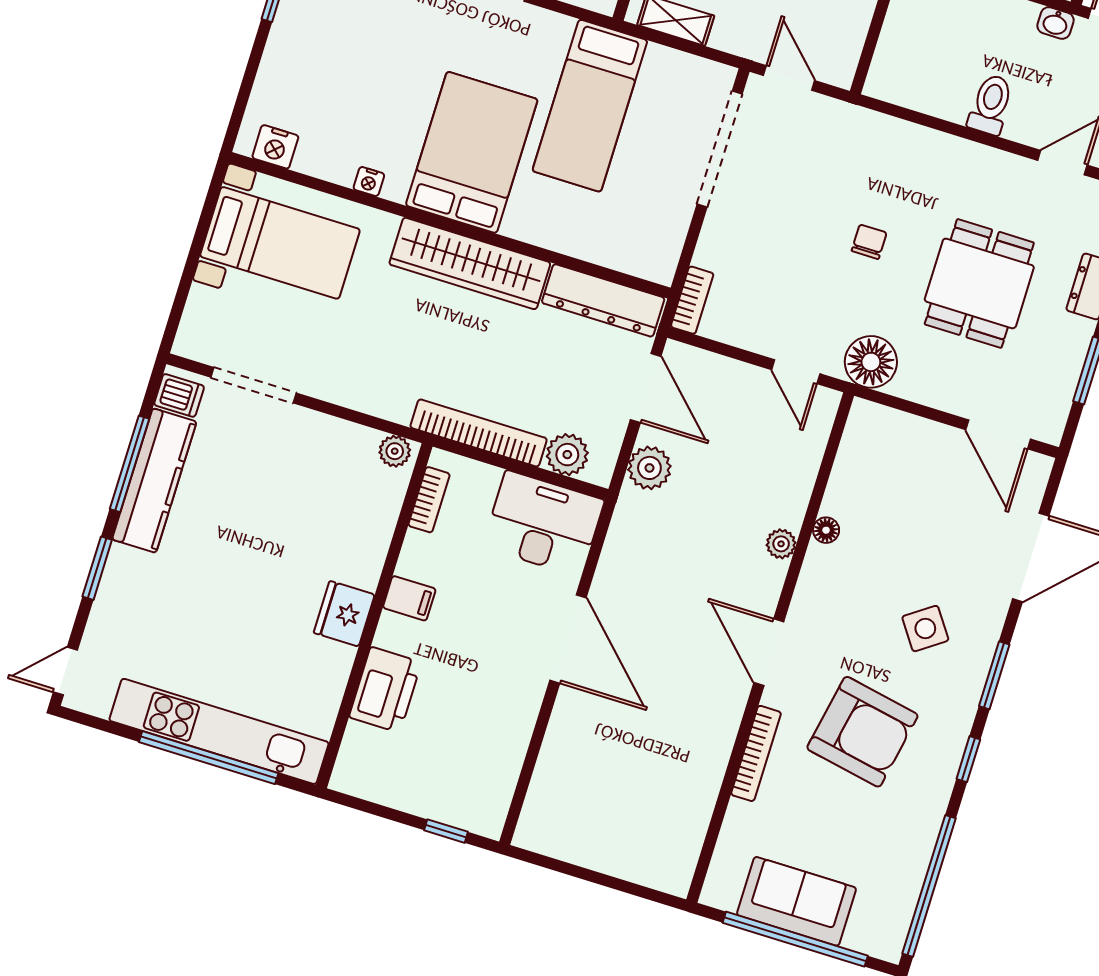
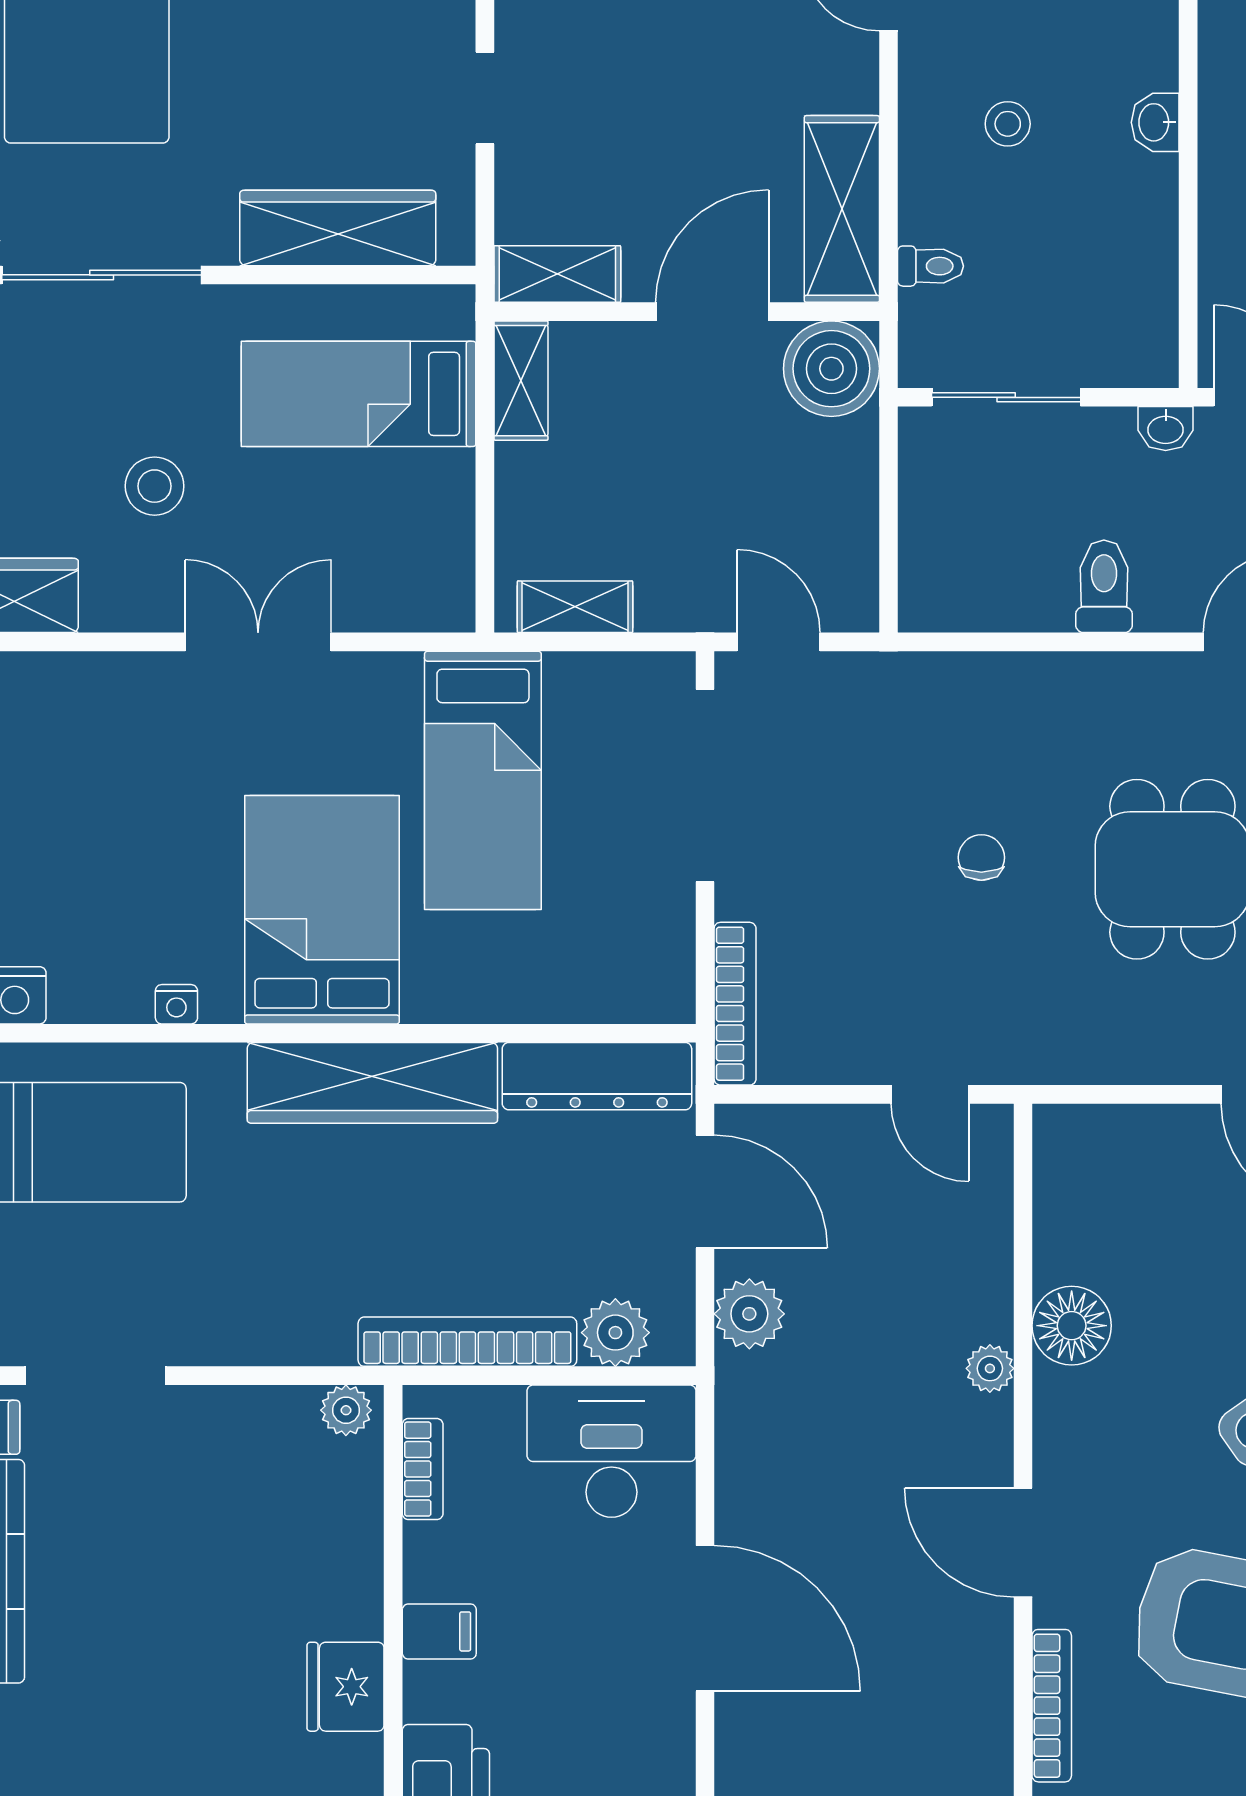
bookcase: (692, 300) -> (735, 1004), width x1.56
floor lamp: (871, 362) -> (1042, 1043), removed
floor lamp: (826, 530) -> (1072, 1326), width x1.89, depth x1.89

